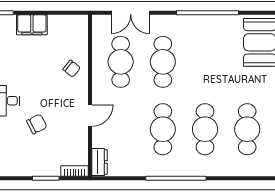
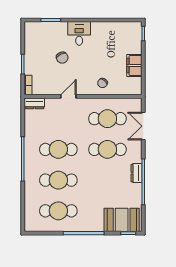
dresser: (195, 22) -> (136, 173), added
filing cabinet: (32, 25) -> (134, 66), moved
door: (90, 116) -> (68, 96), swing flipped

